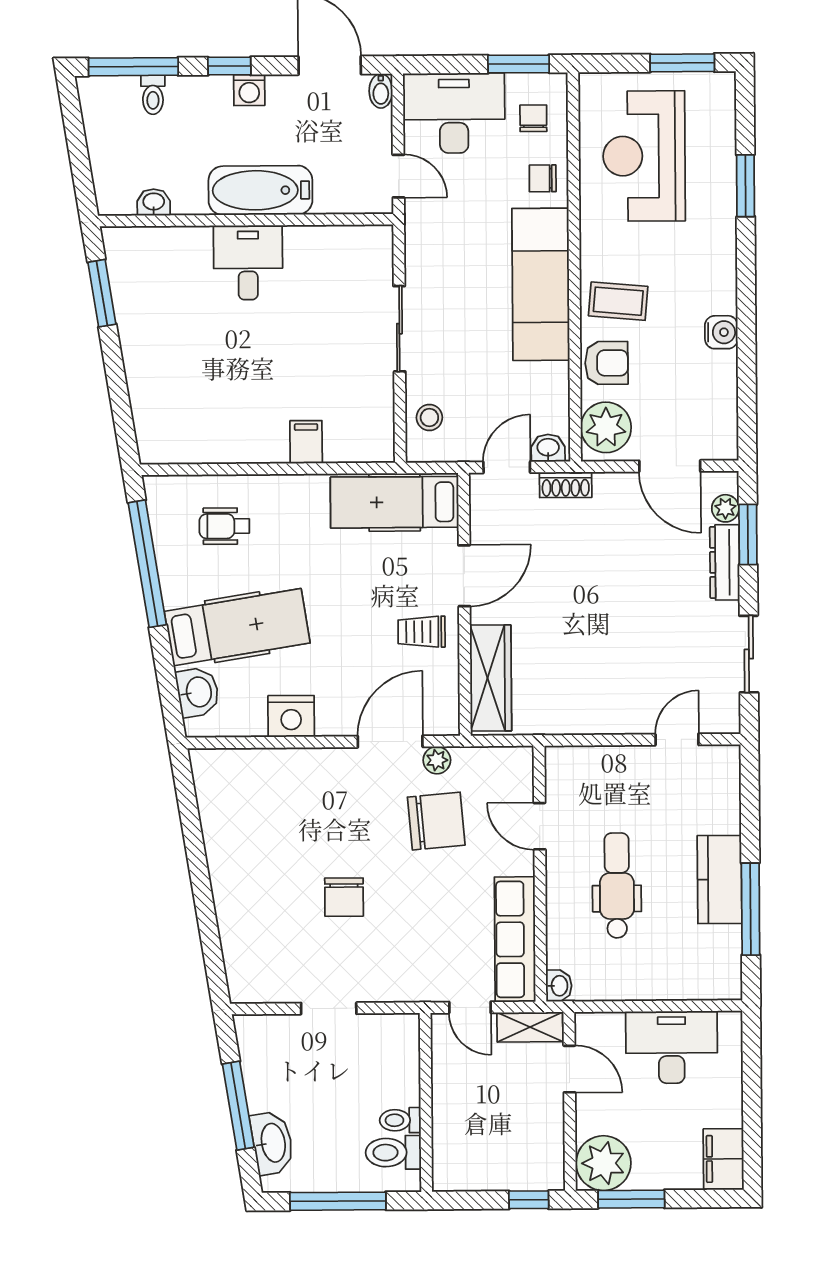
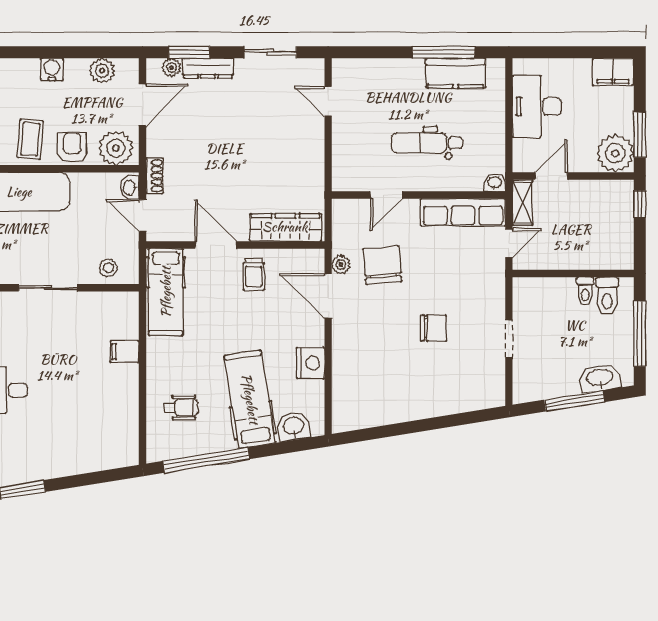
plant: (720, 406) -> (102, 71), added
wheelchair: (224, 526) -> (181, 408), turned -90
kitchen counter: (720, 880) -> (456, 73), moved

